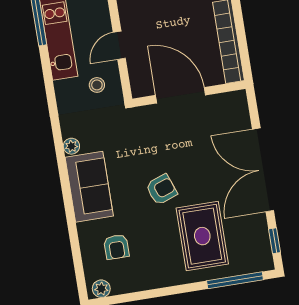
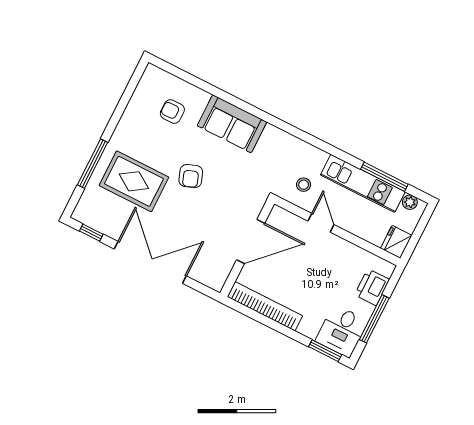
plant: (71, 146) -> (272, 132), removed
window: (235, 280) -> (93, 164), moved
plant: (101, 289) -> (149, 78), removed

